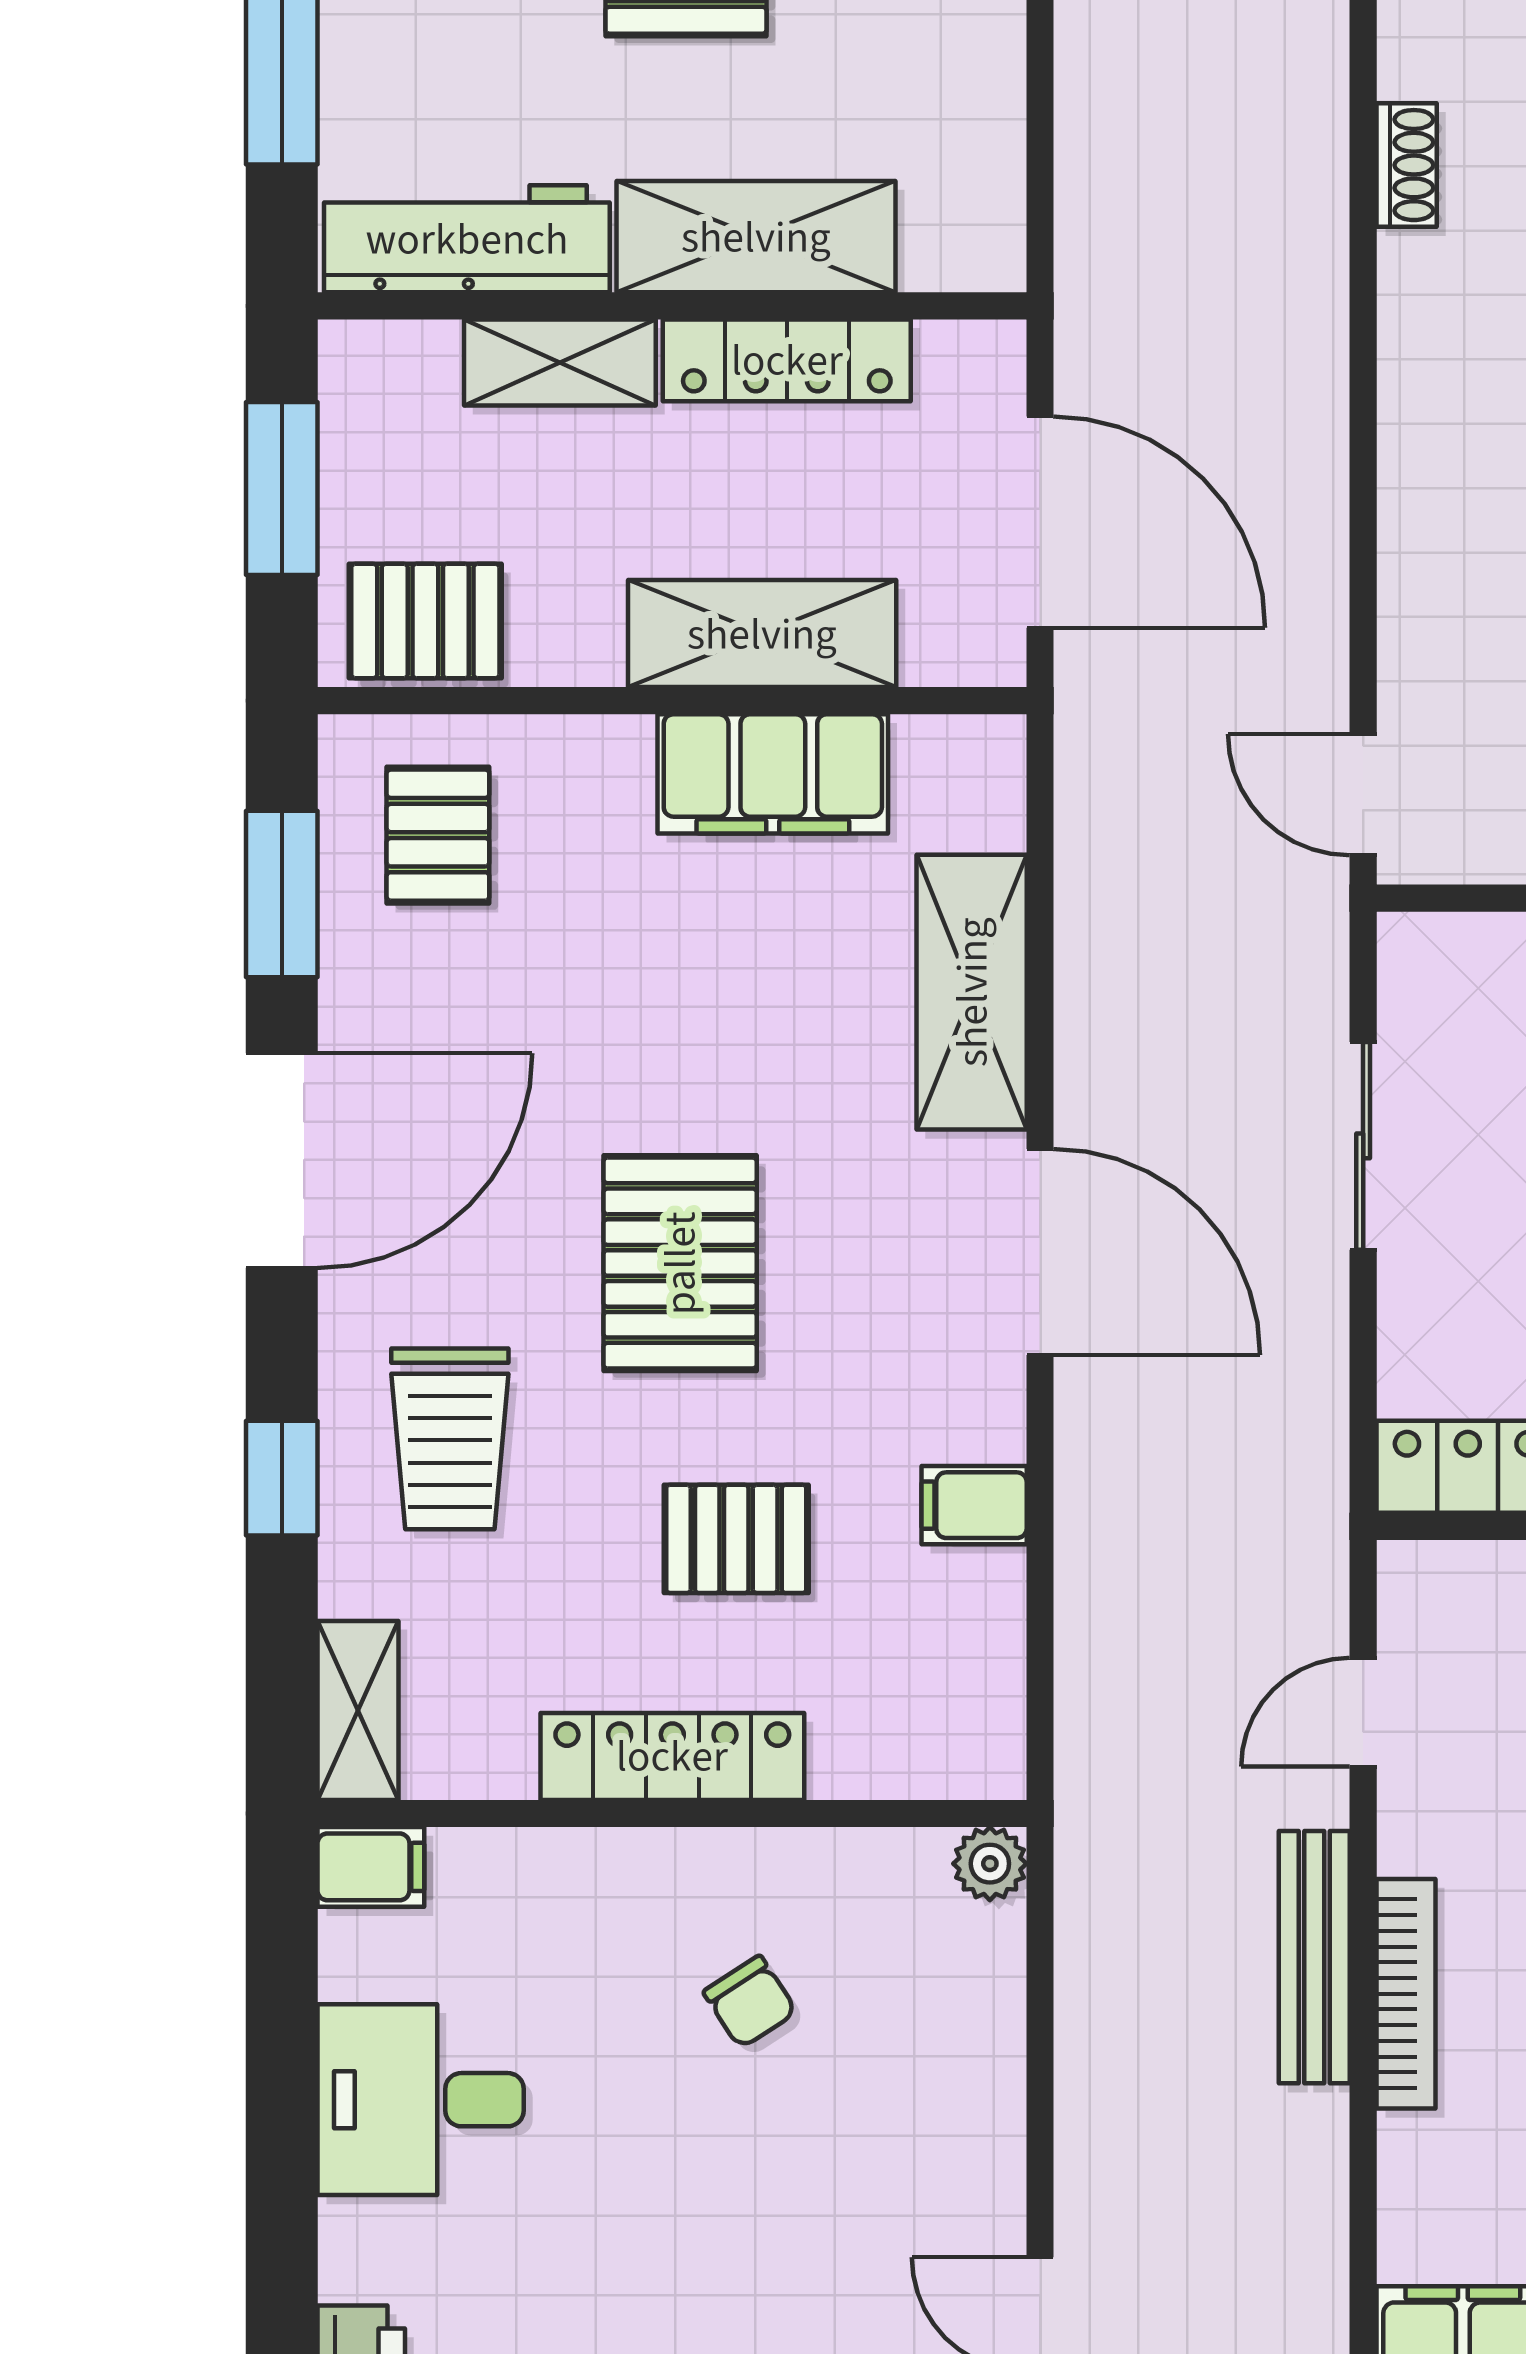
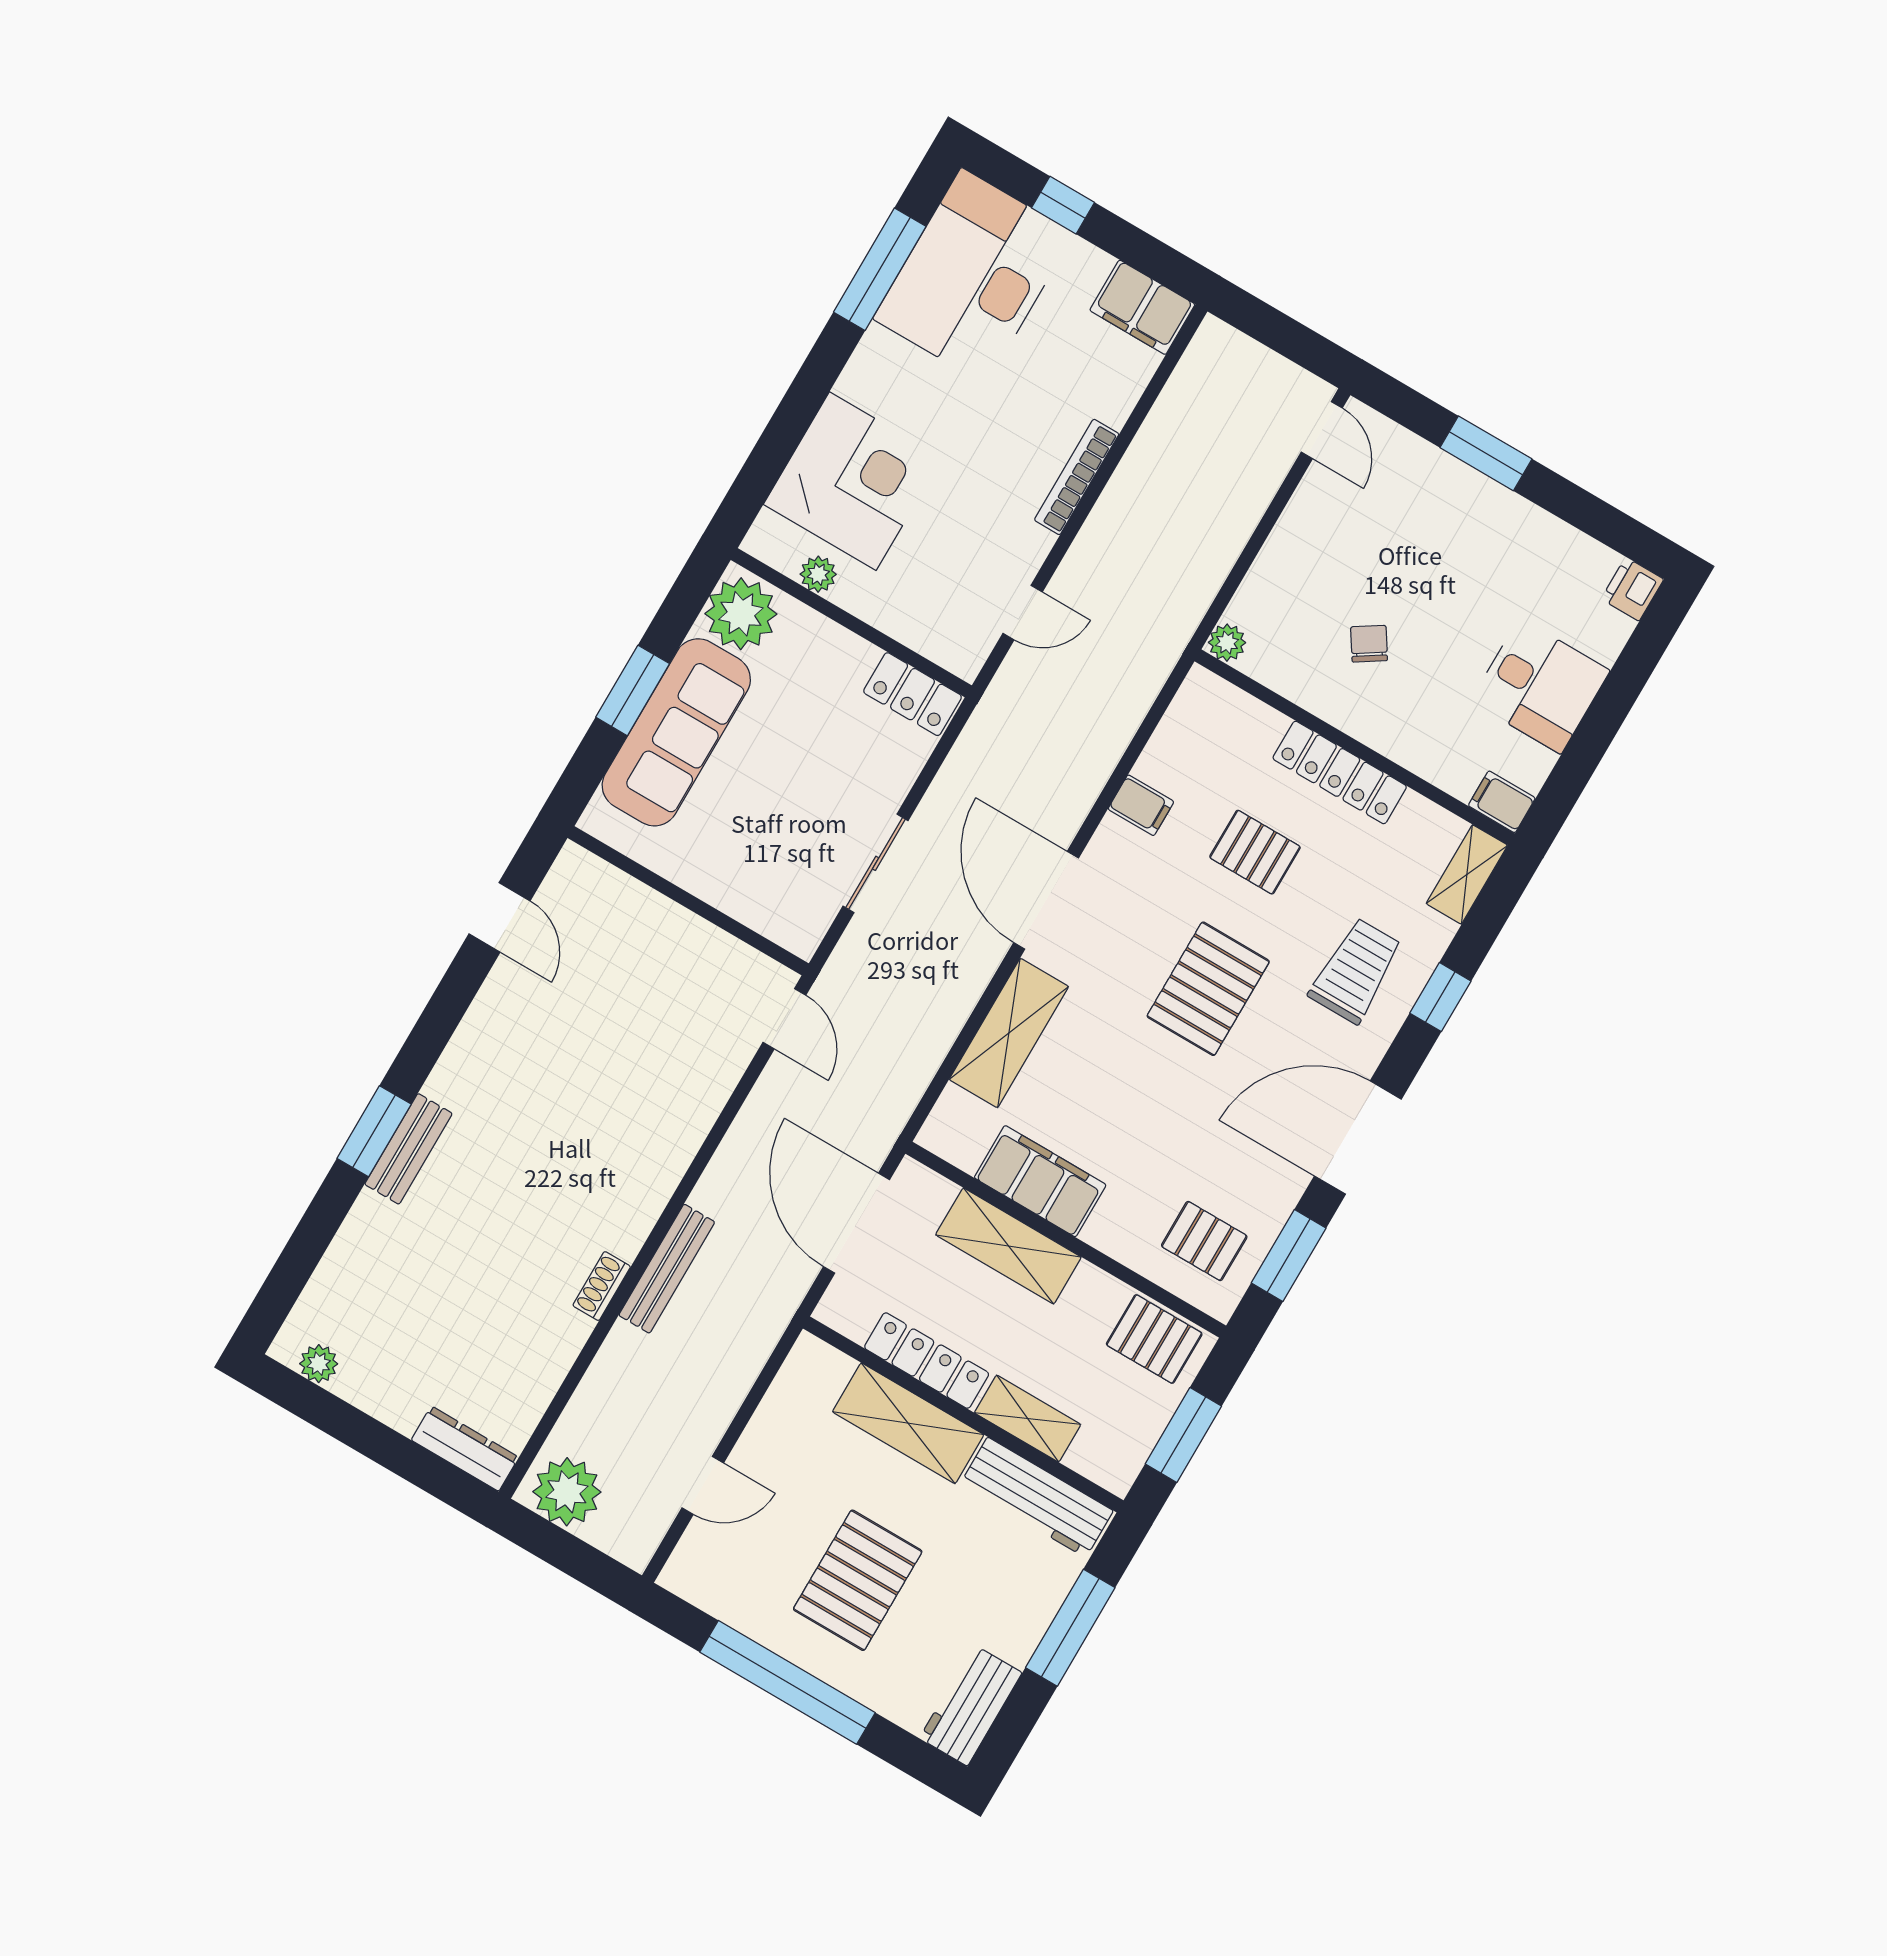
pallet: (438, 835) -> (1204, 1241), turned 90
bench: (1314, 1957) -> (667, 1269), moved

